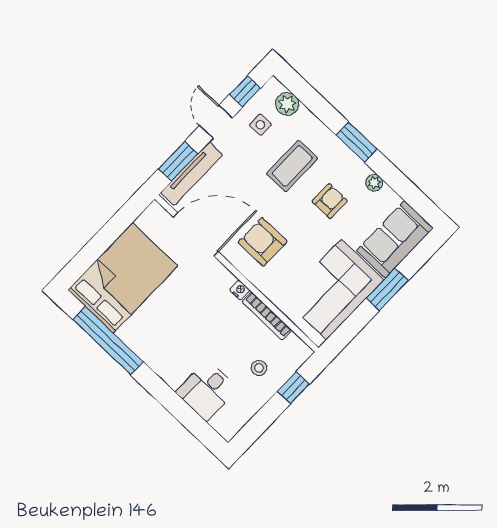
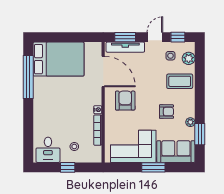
window: (357, 142) -> (200, 134), moved
coffee table: (292, 166) -> (180, 81), moved
window: (293, 388) -> (68, 167), moved
desk: (207, 390) -> (48, 150), moved, turned -90

